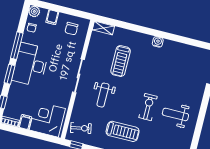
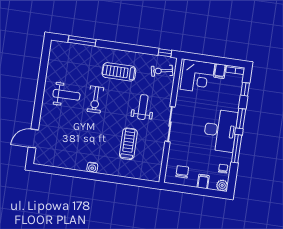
shelving: (103, 28) -> (150, 176), removed

